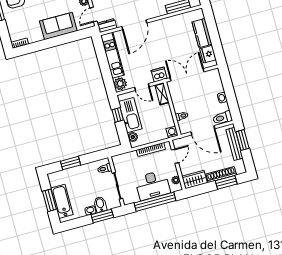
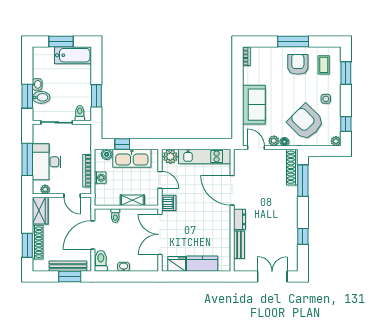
dresser: (107, 26) -> (240, 219), moved
double door: (187, 75) -> (160, 234), swing flipped
door: (142, 87) -> (160, 180), swing flipped
shelving: (162, 94) -> (132, 200), moved
window: (118, 115) -> (122, 144), moved
washing machine: (172, 132) -> (100, 178), moved
window: (71, 163) -> (96, 96), moved
bathtub: (62, 201) -> (73, 55), moved
window: (155, 202) -> (27, 159), width x0.68

